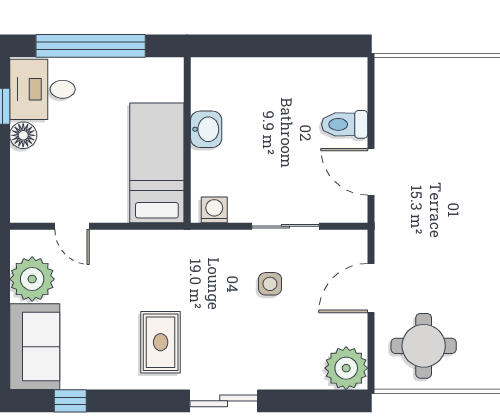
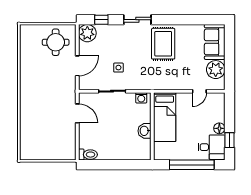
toilet: (345, 124) -> (88, 155), moved
door: (72, 226) -> (199, 91), swing flipped
rug: (161, 342) -> (163, 44), width x1.36, depth x1.43
window: (70, 401) -> (101, 20), moved

